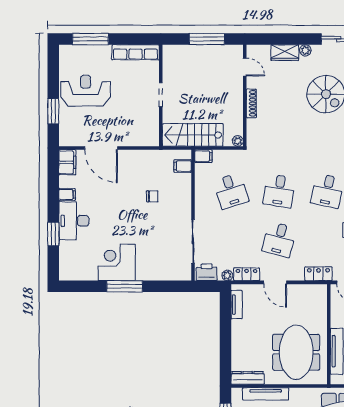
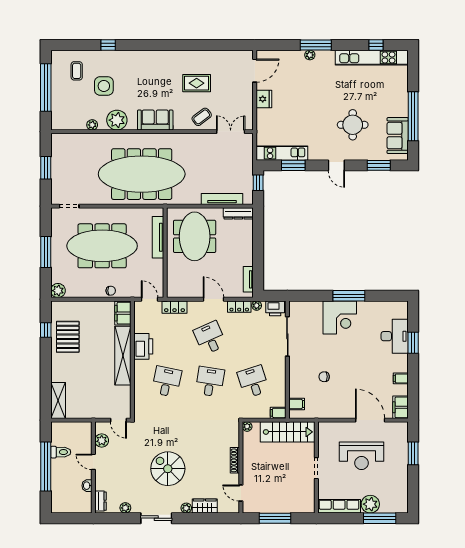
plant: (101, 55) -> (370, 504), added
reception desk: (86, 91) -> (362, 456), moved
desk: (74, 221) -> (395, 336), moved
desk: (279, 240) -> (210, 338), turned -39
corner desk: (117, 262) -> (340, 317), moved

